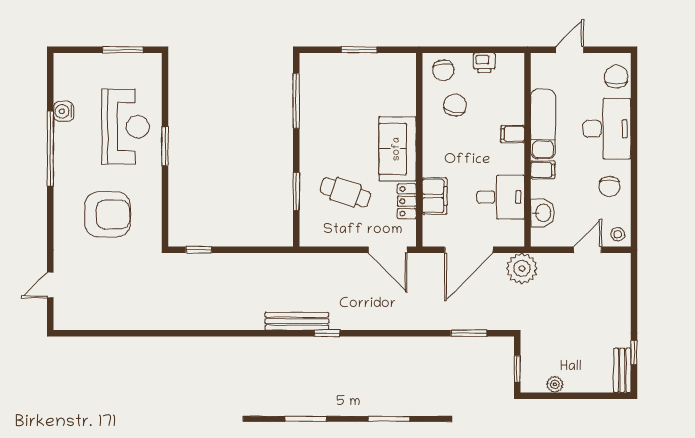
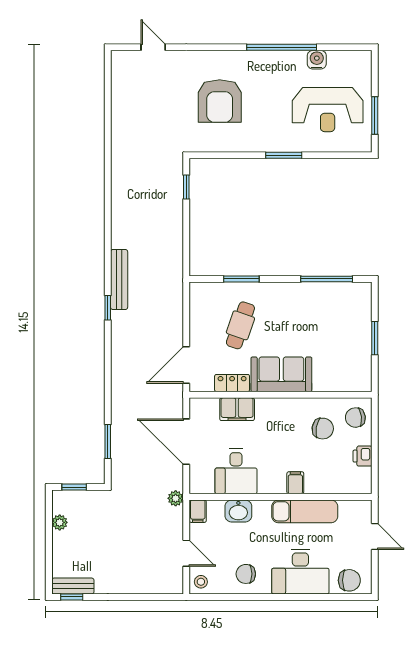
reception desk: (126, 127) -> (328, 110), moved
filing cabinet: (543, 170) -> (198, 511), moved
washbasin: (543, 213) -> (238, 511), moved
plant: (522, 268) -> (176, 498), width x0.53, depth x0.53
window: (634, 353) -> (72, 597), moved

